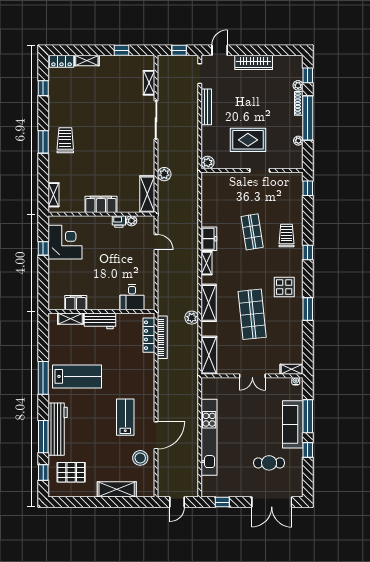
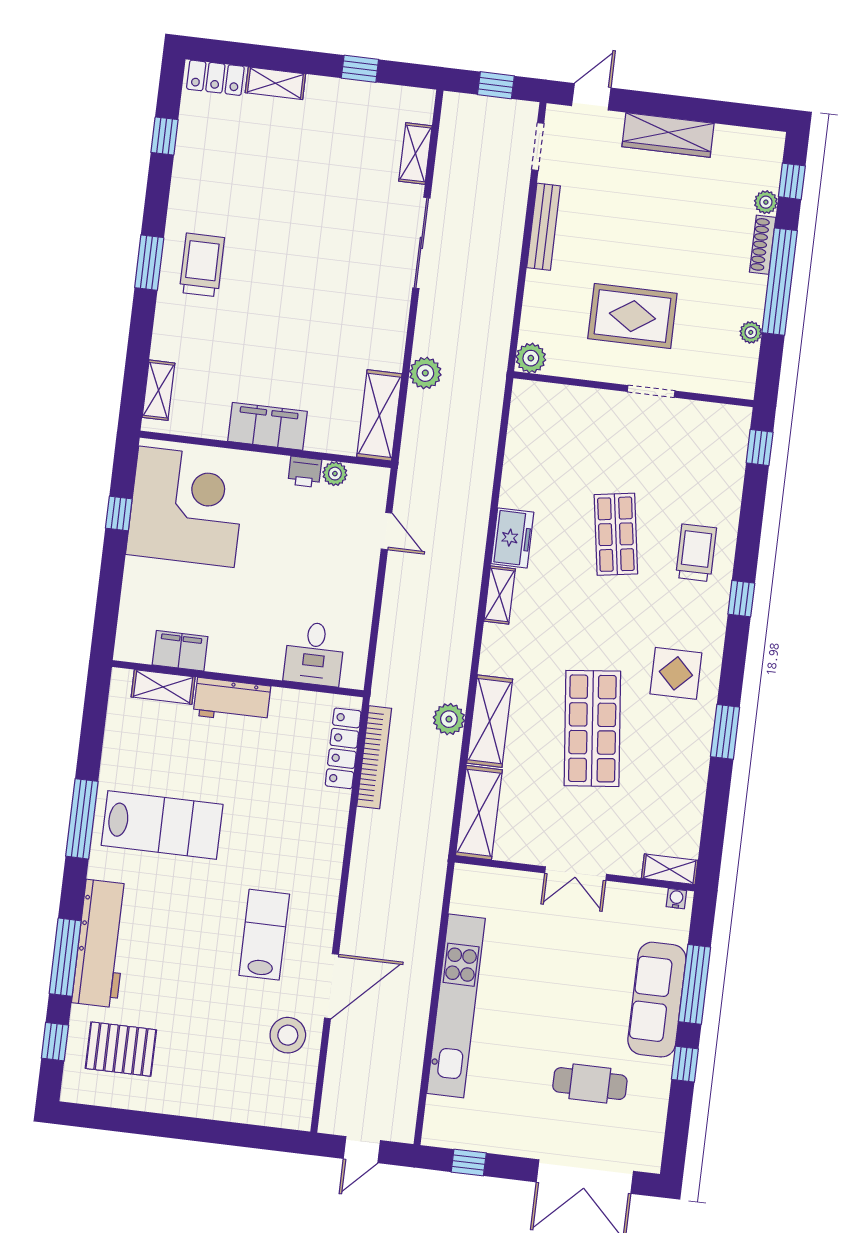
corner desk: (65, 242) -> (186, 507), width x1.36, depth x1.36
shelving: (209, 303) -> (490, 721), moved
shelving: (117, 489) -> (223, 1103), removed

